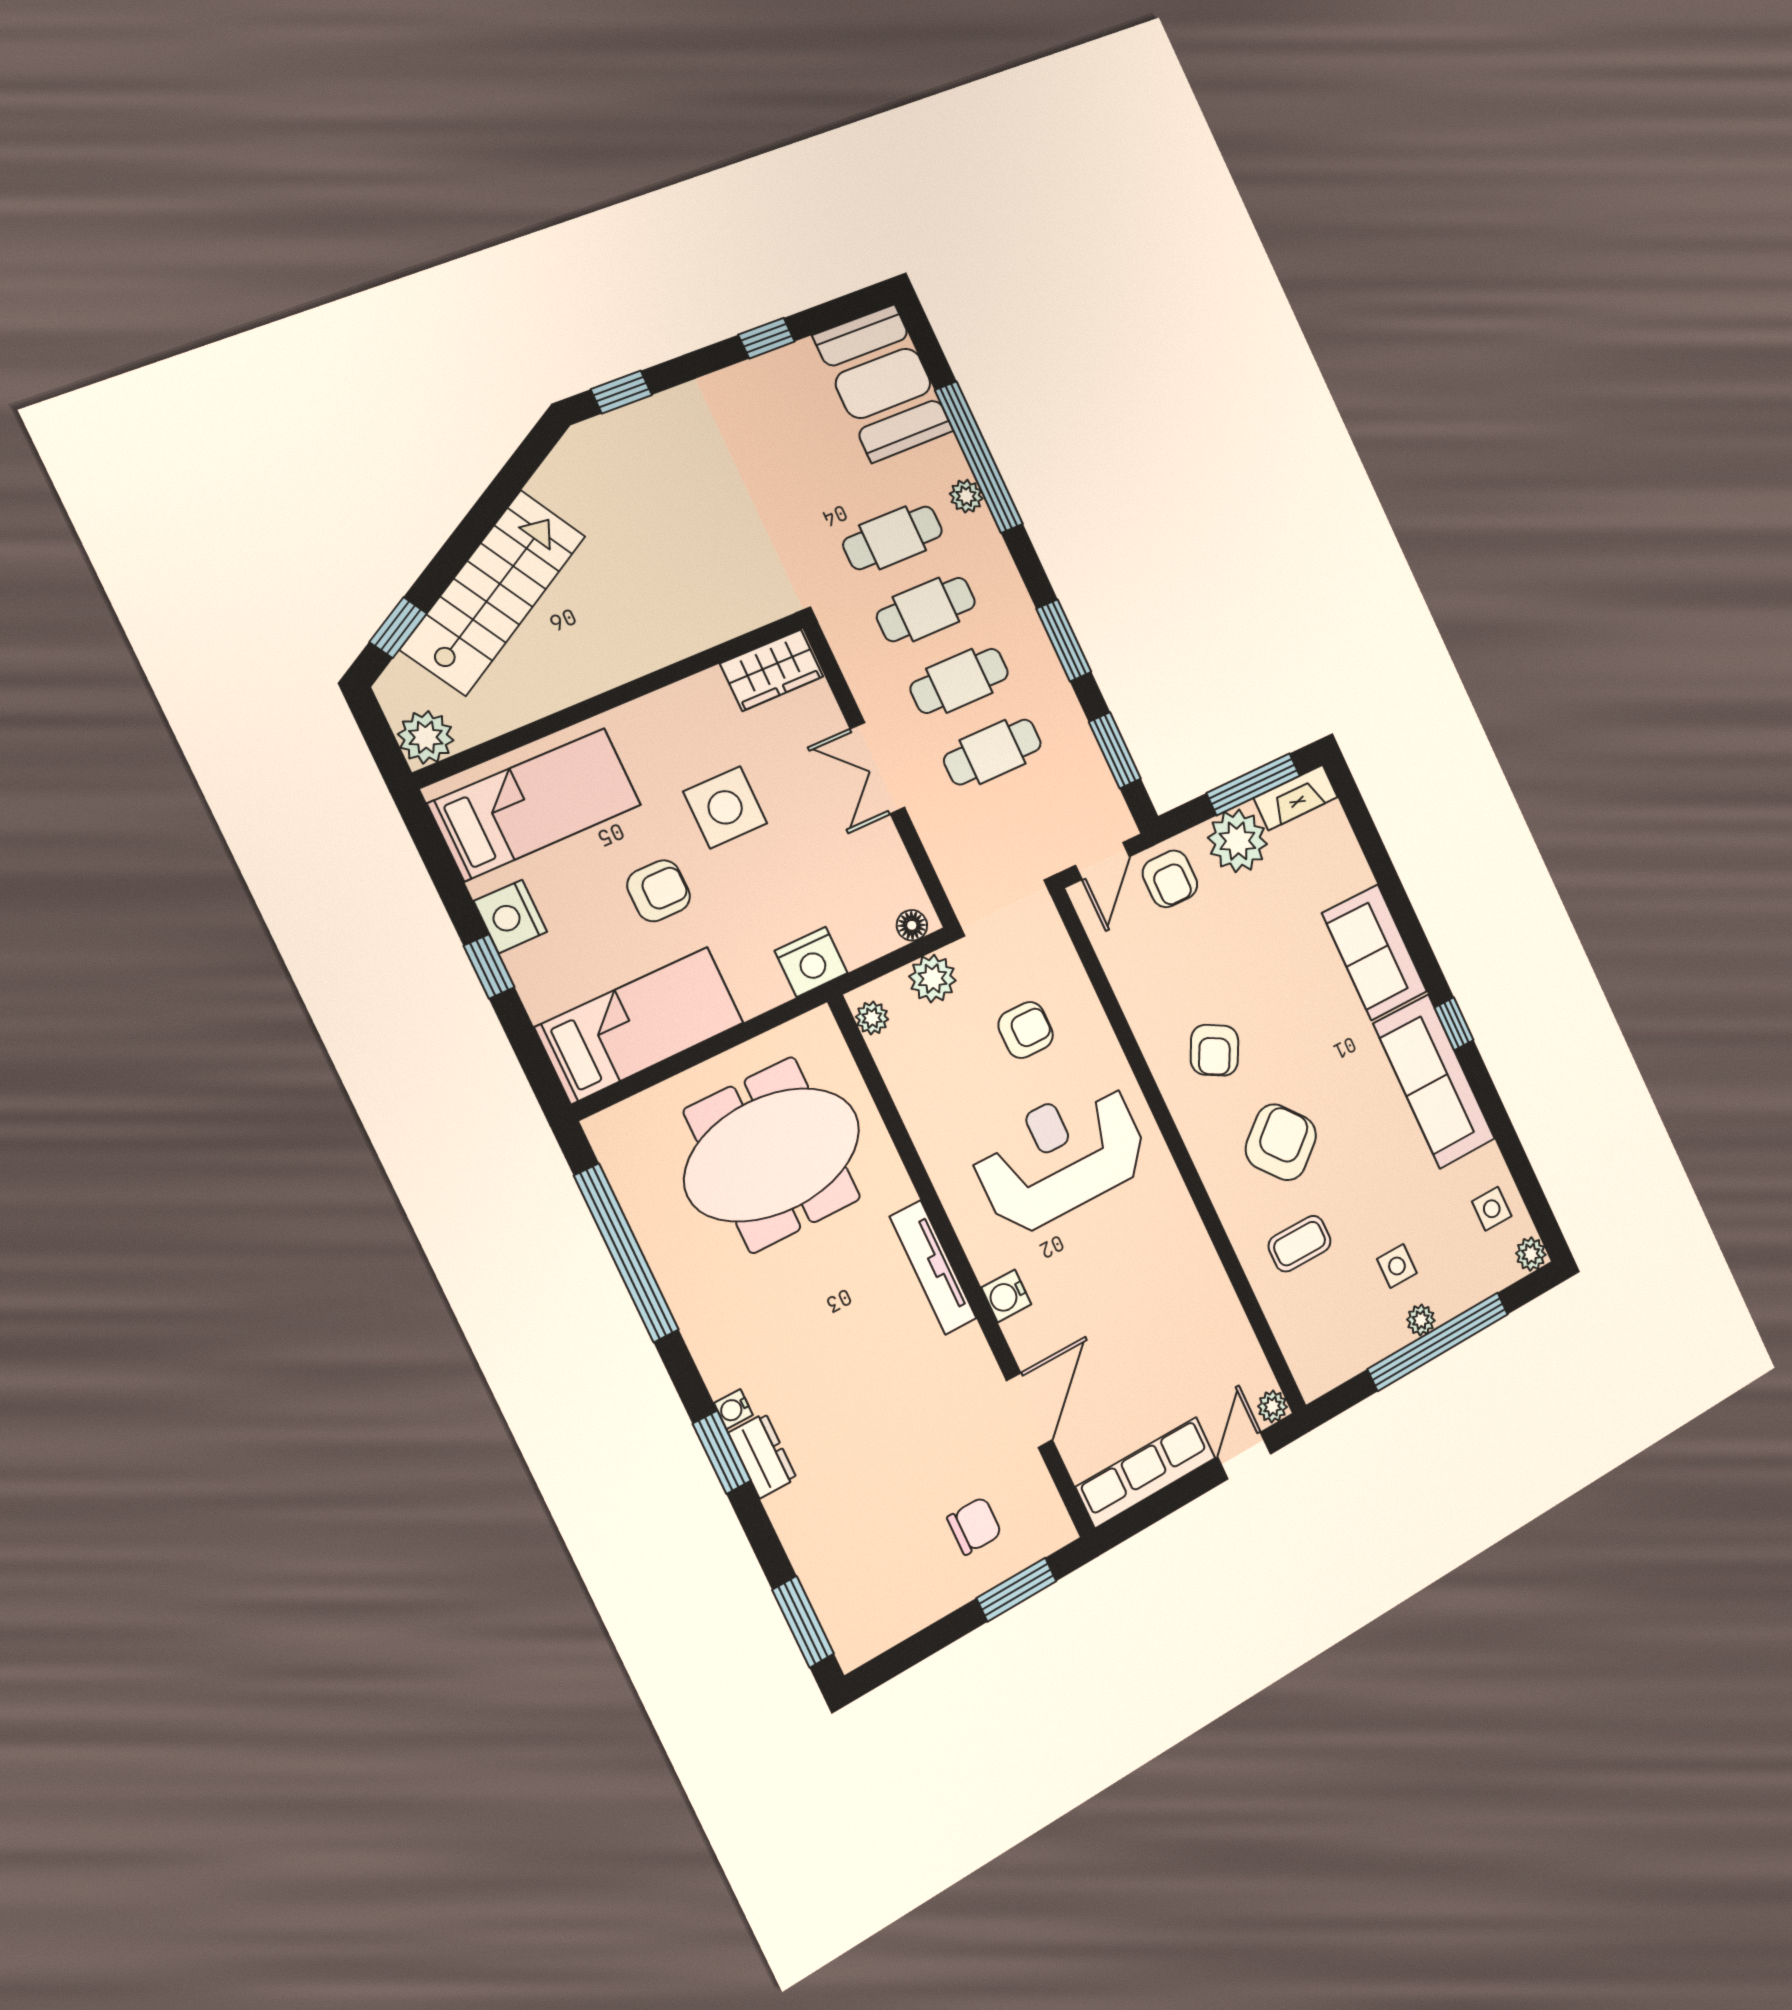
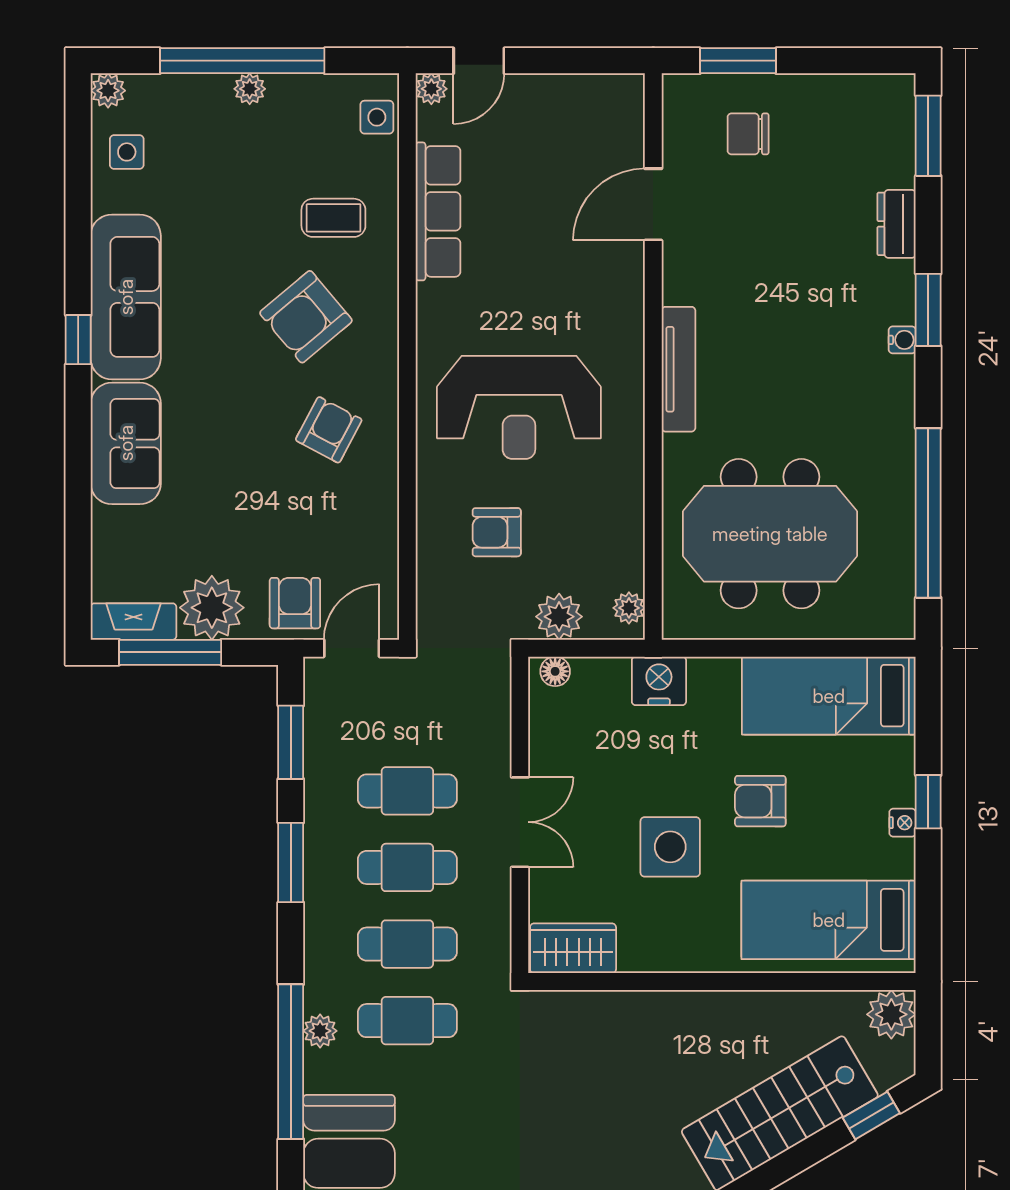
nightstand: (510, 916) -> (903, 823), width x0.53, depth x0.56
side table: (1397, 1266) -> (377, 117), moved
water cooler: (1006, 1296) -> (626, 312), removed
dresser: (763, 1456) -> (897, 224), moved
row of seats: (1146, 1472) -> (438, 211), moved, turned -90

